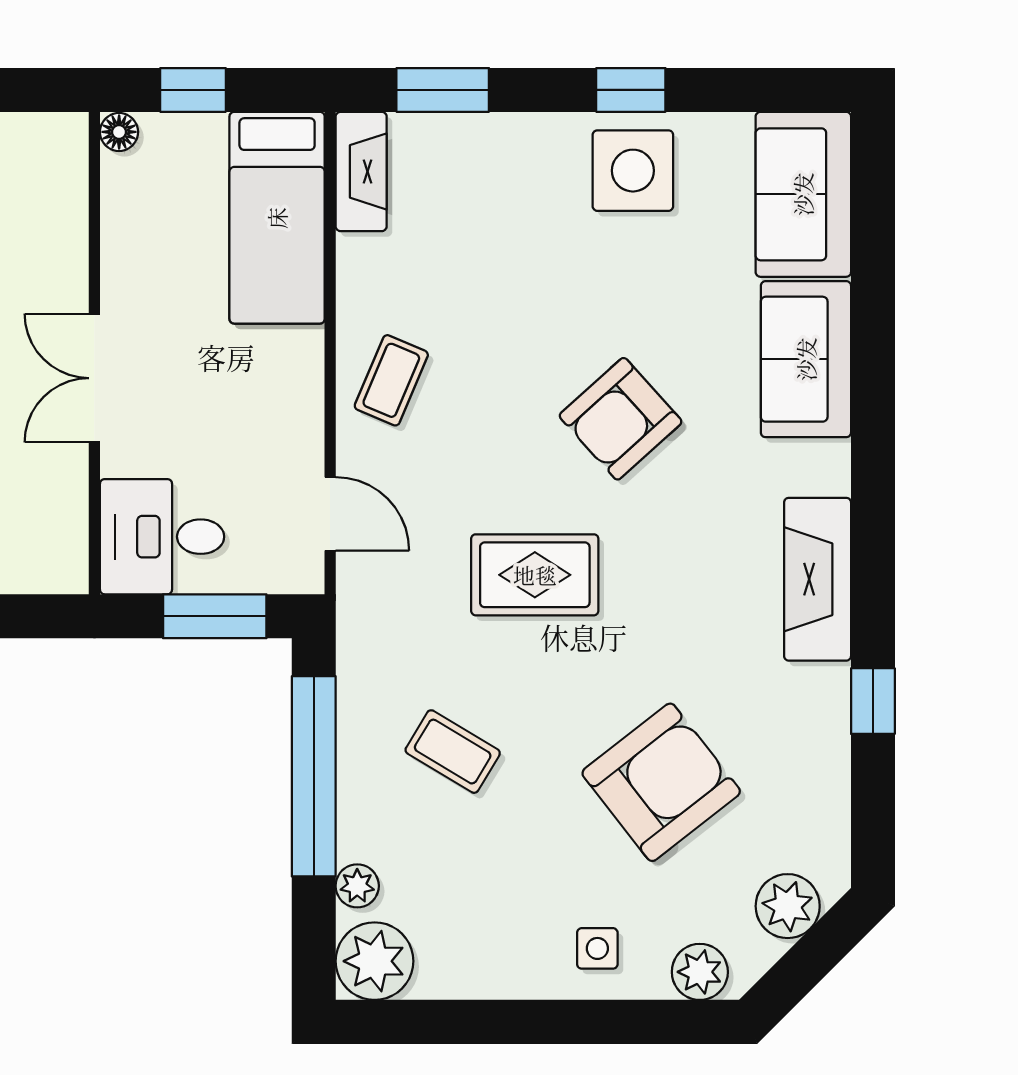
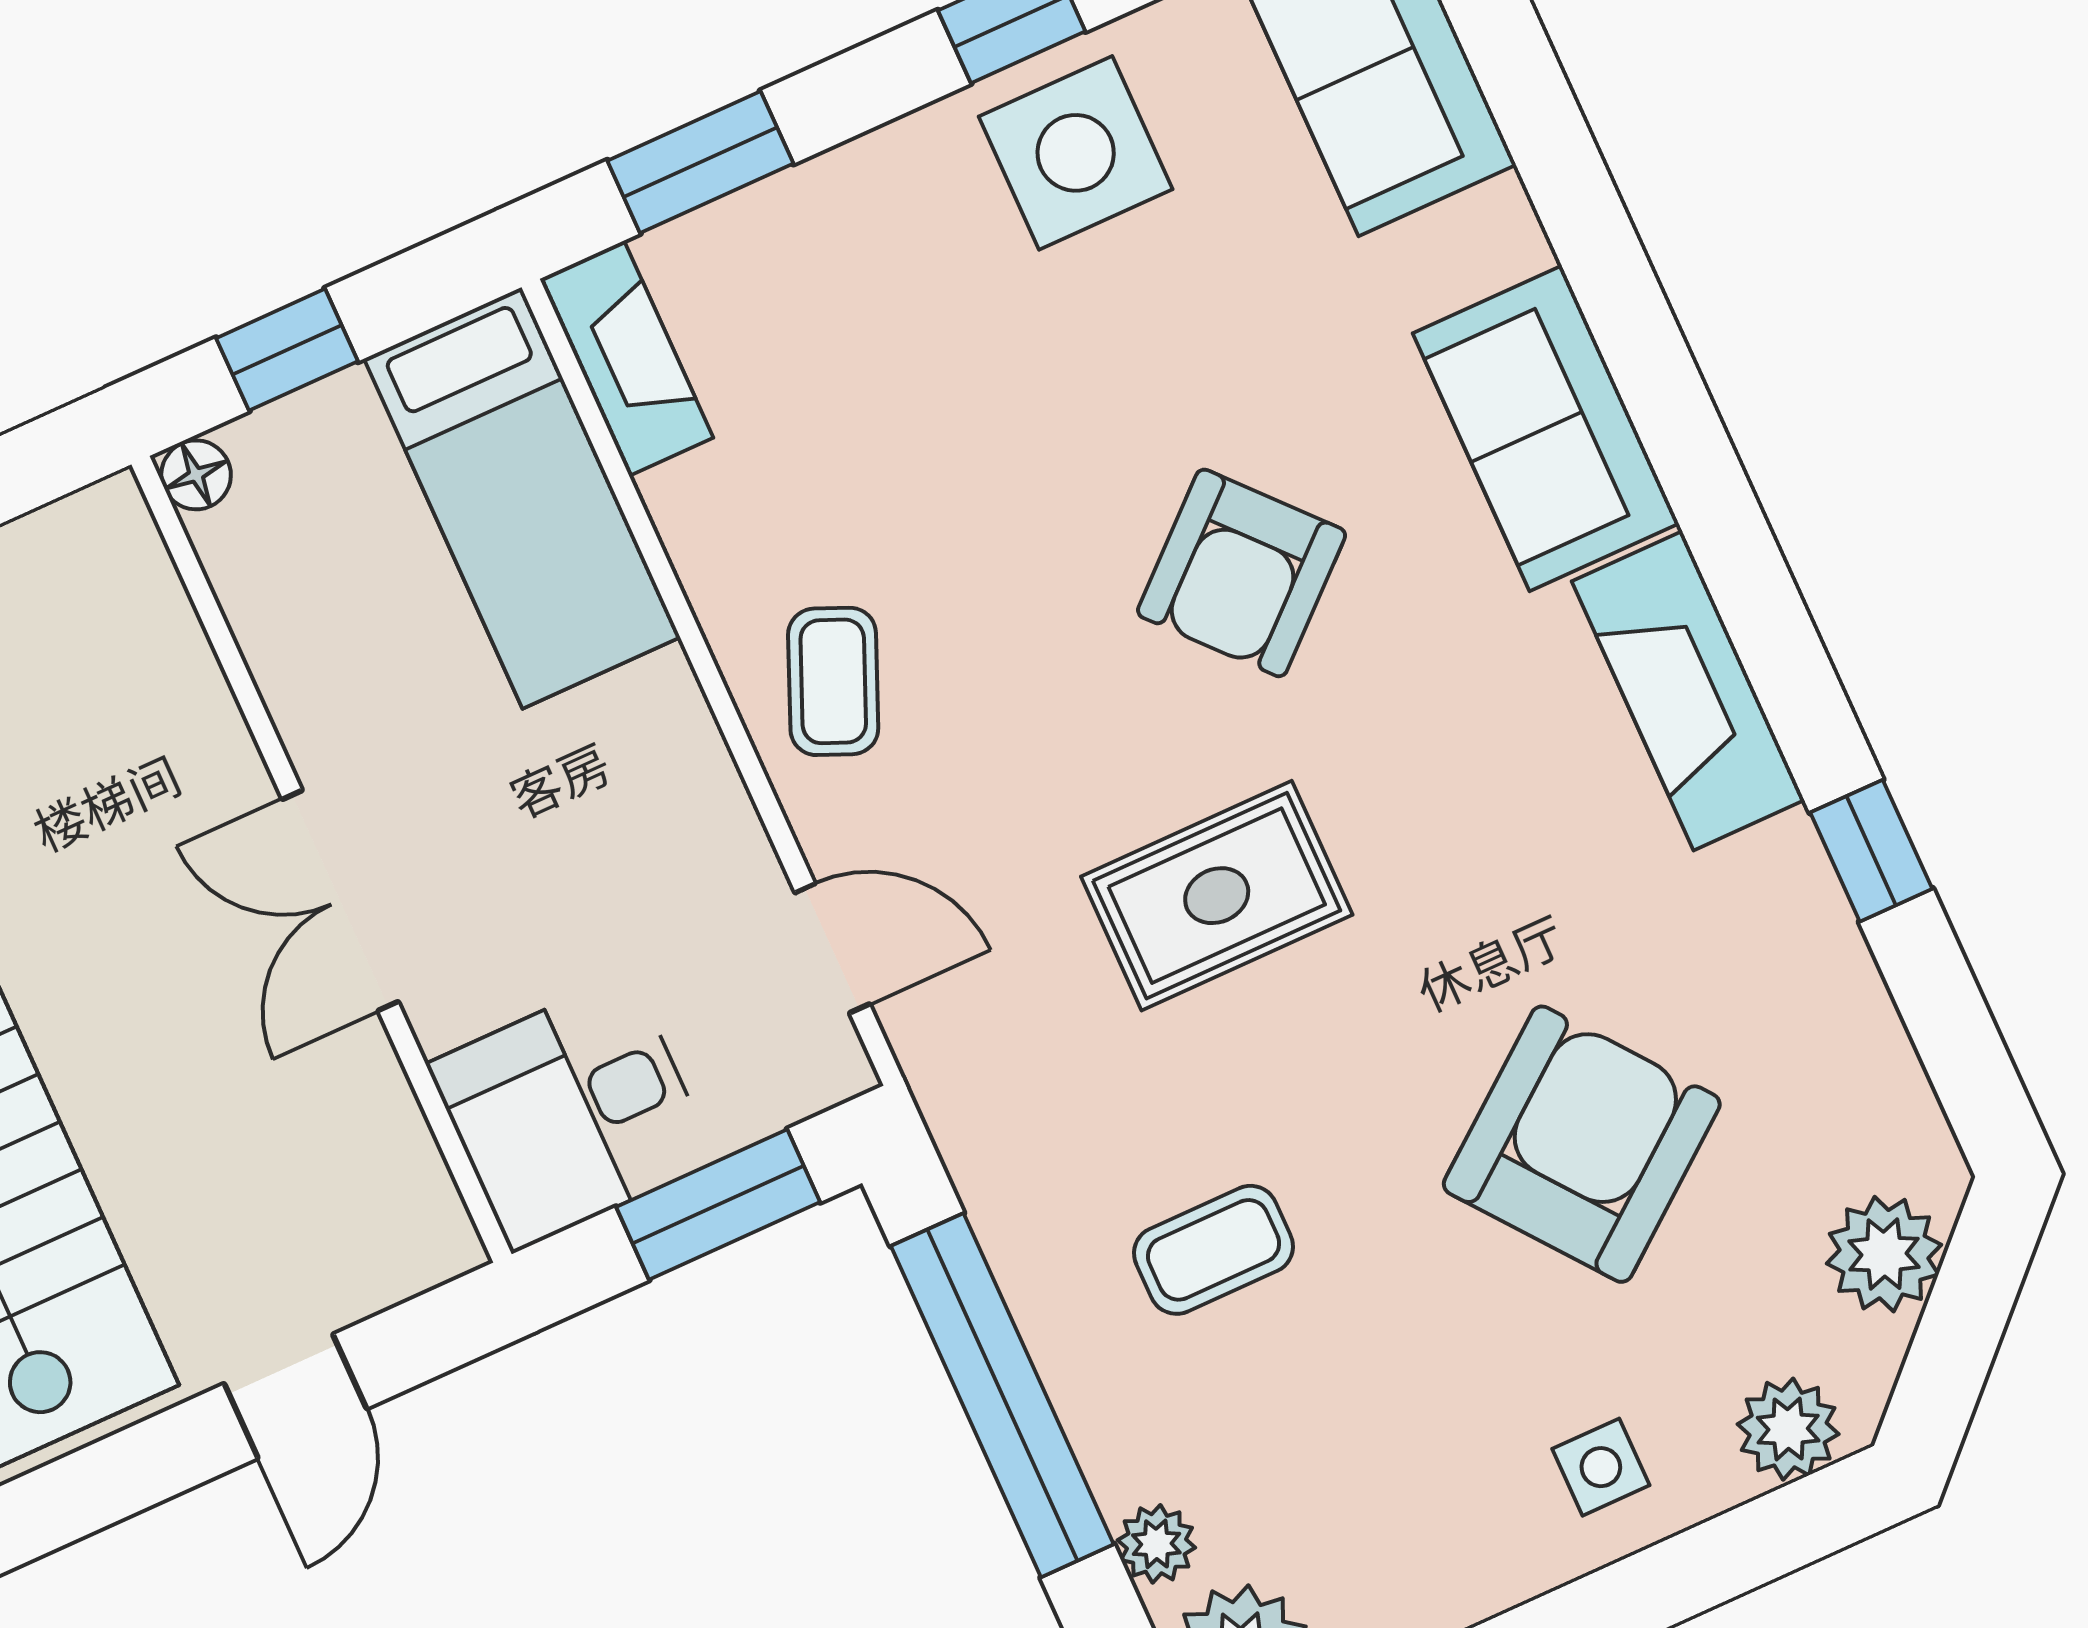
sofa: (806, 359) -> (1546, 428), moved
coffee table: (453, 752) -> (1214, 1250), turned -31

